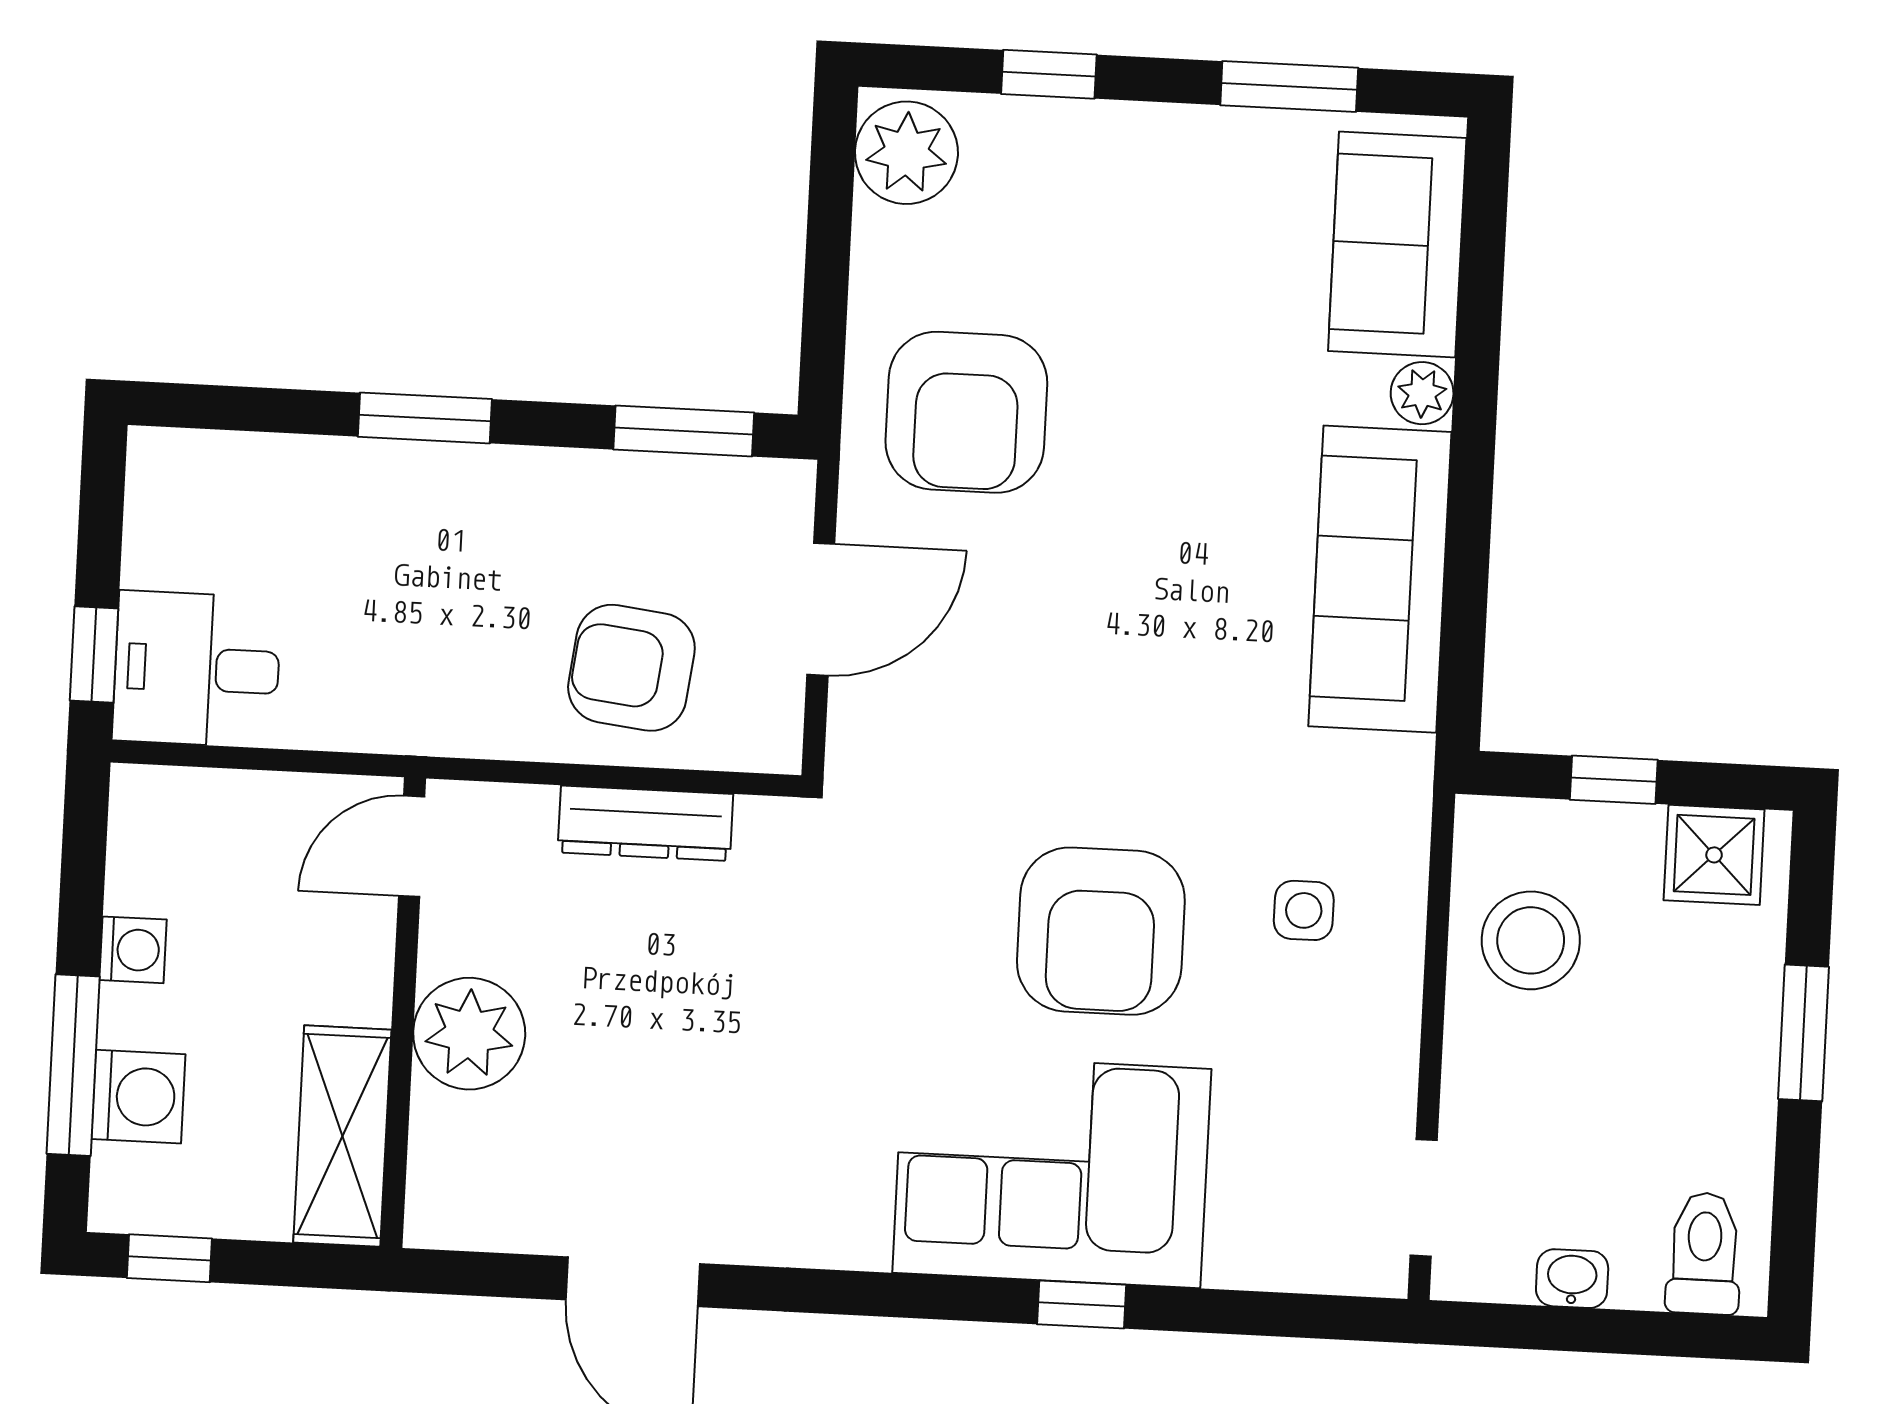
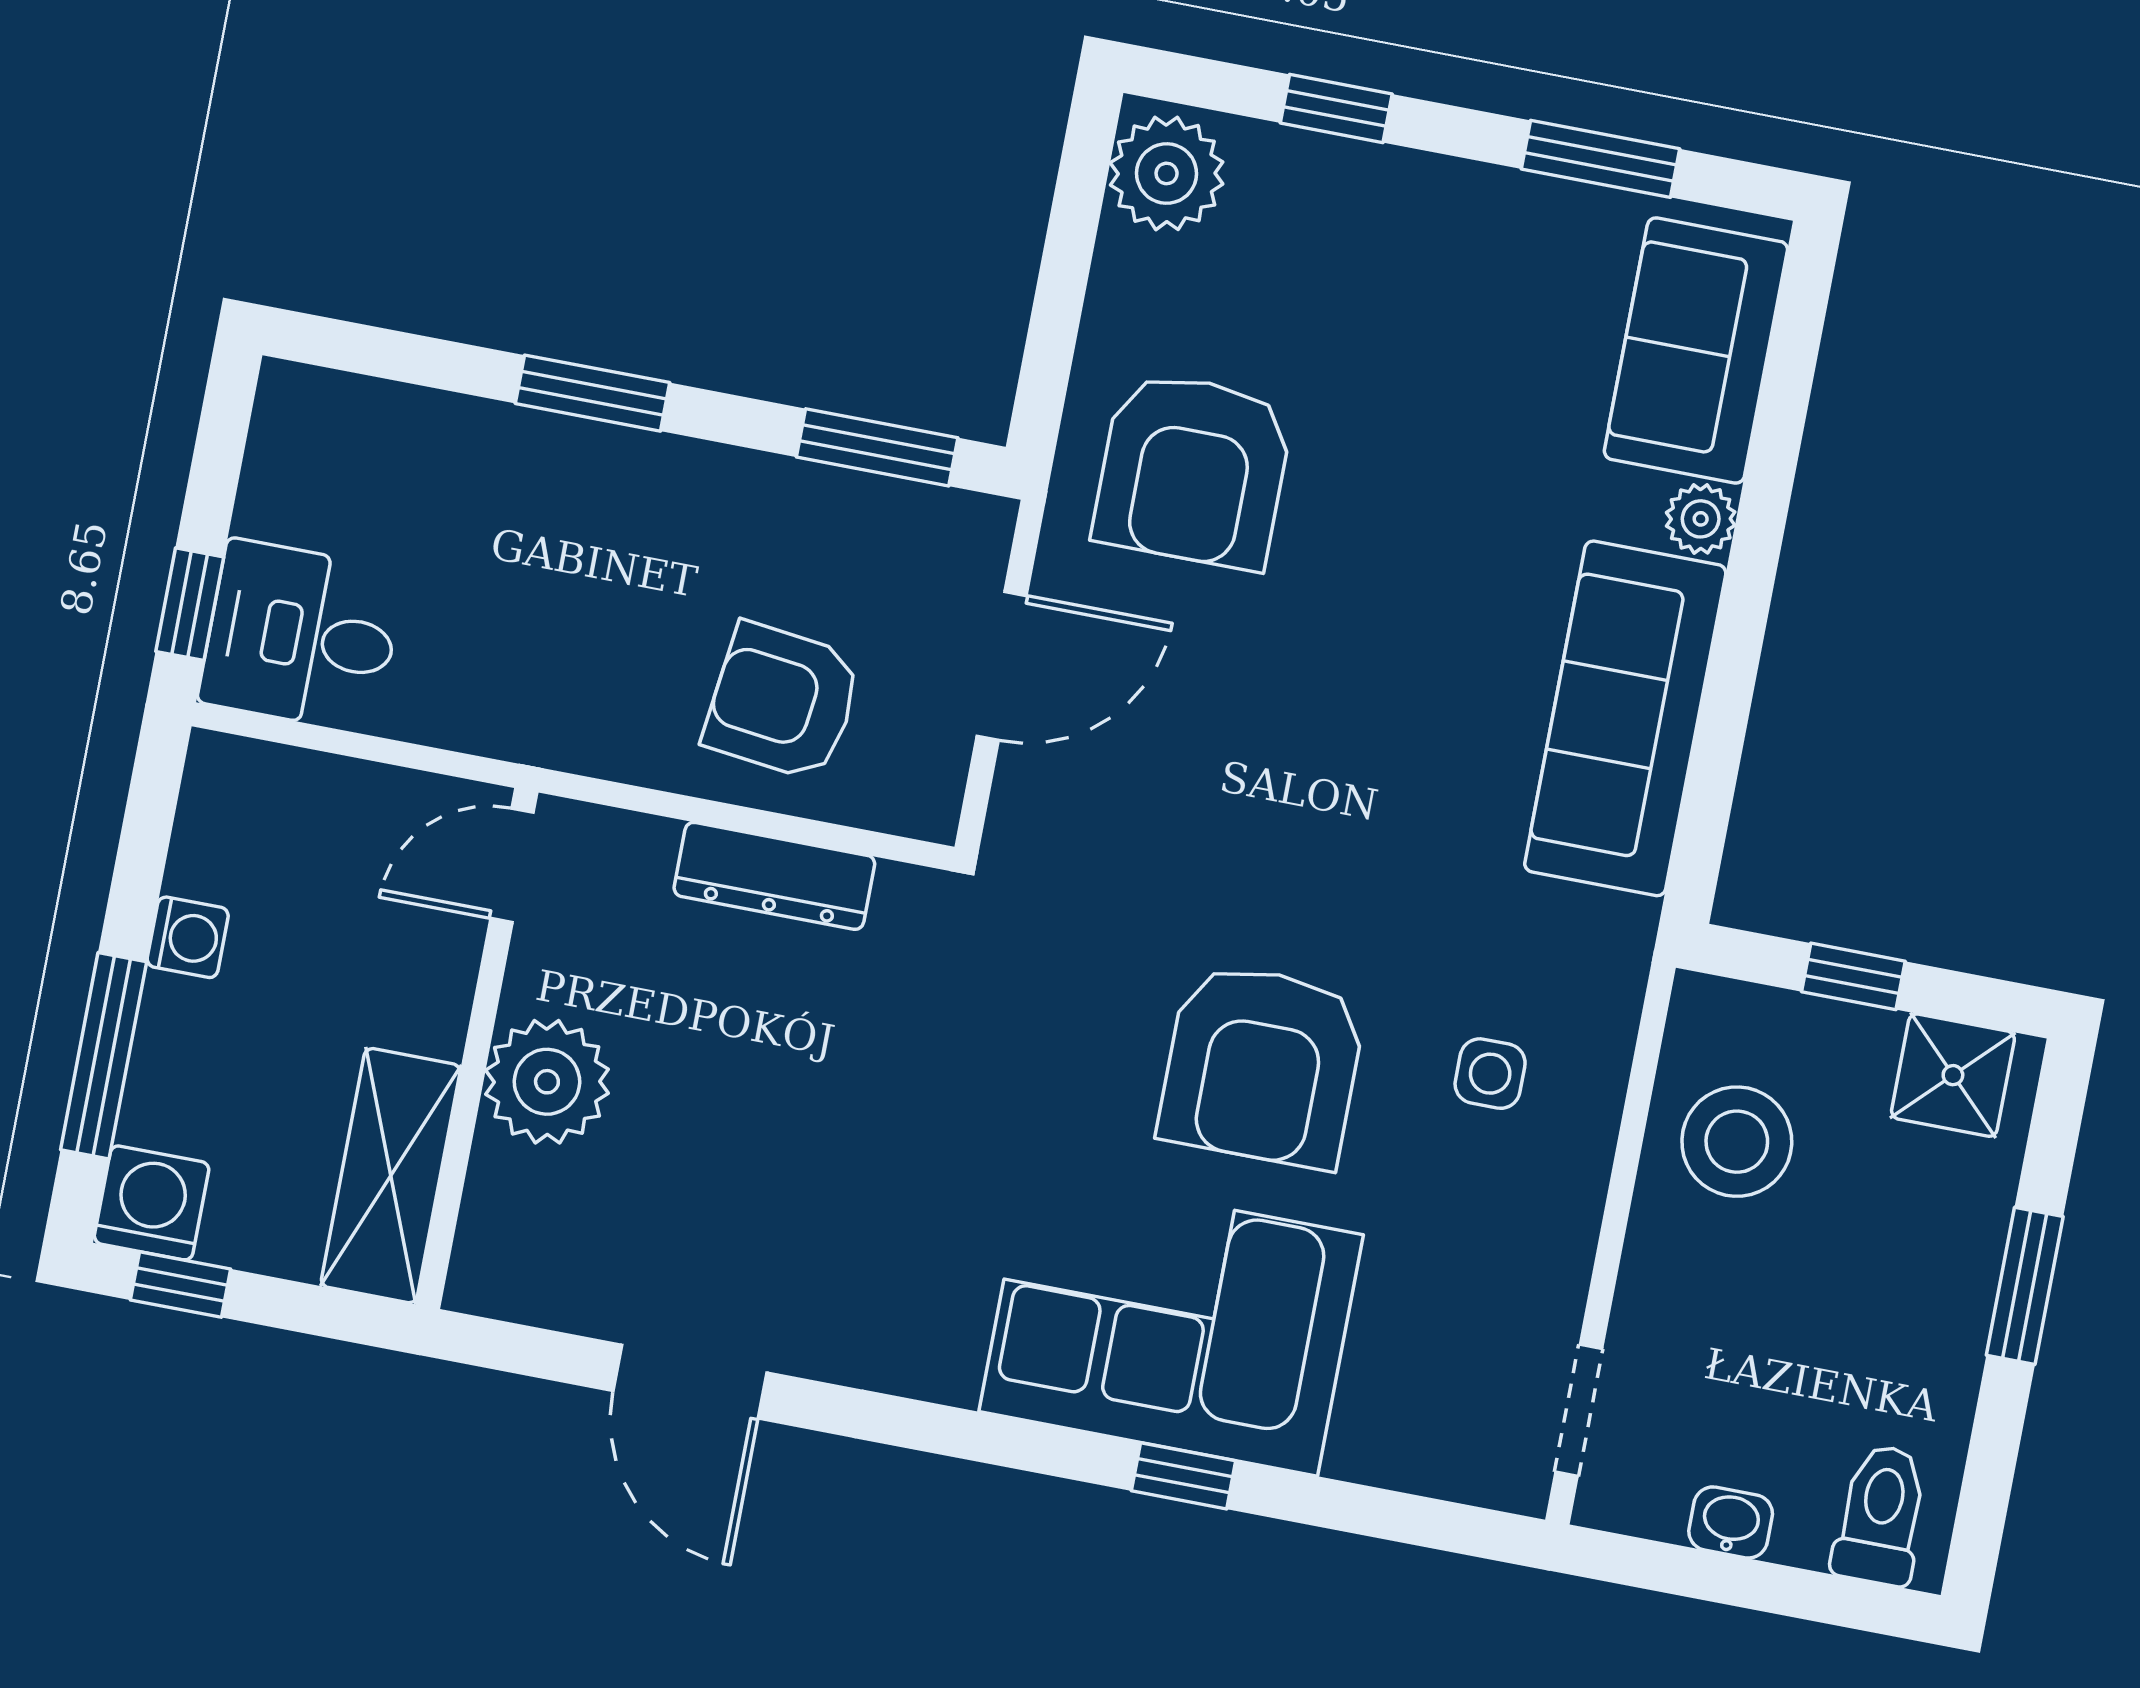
washing machine: (138, 1097) -> (152, 1203), moved, turned -90

